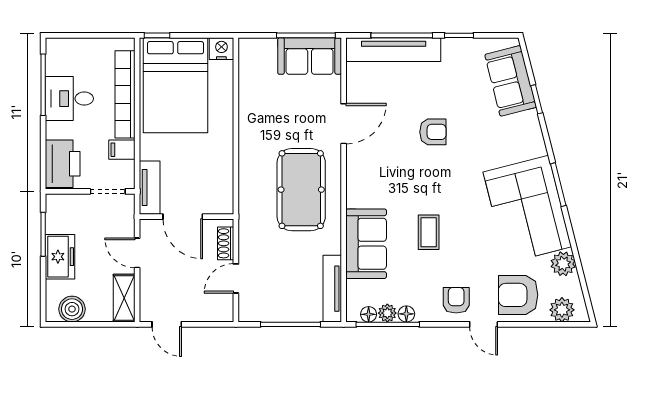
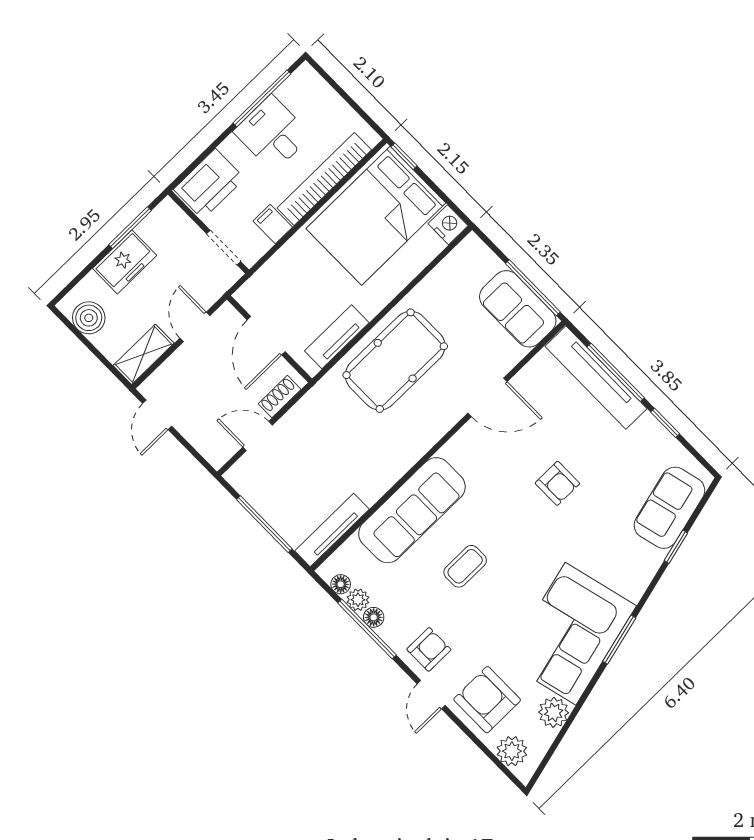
tv unit: (150, 188) -> (337, 337), moved, turned 180
pool table: (301, 190) -> (395, 361), moved
sofa: (366, 244) -> (412, 510), width x1.36
window: (388, 324) -> (367, 629), moved

